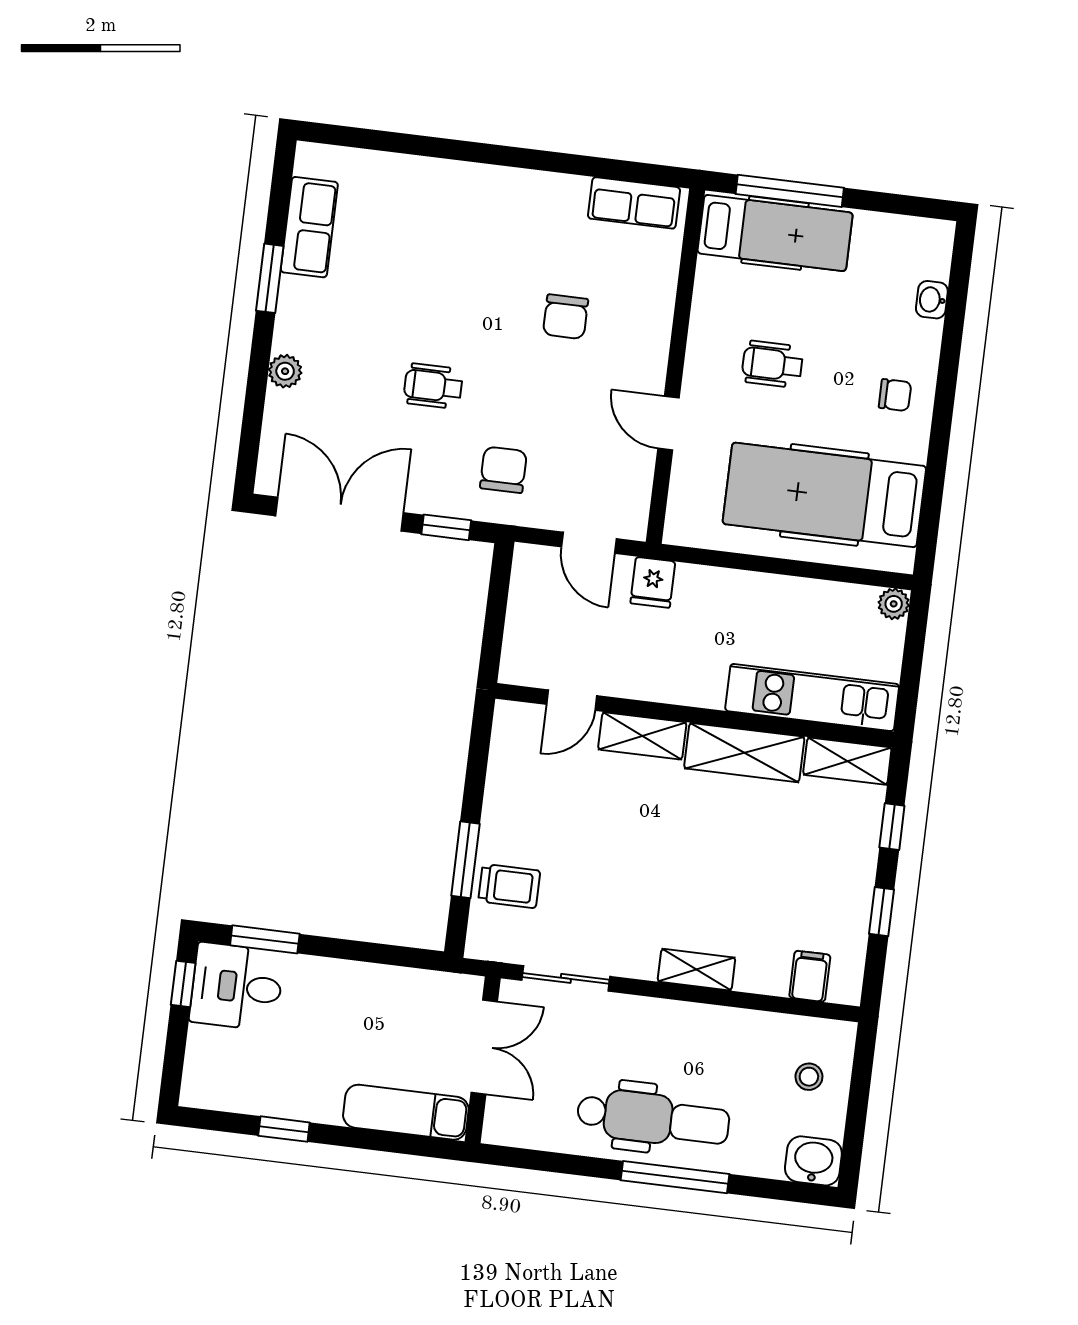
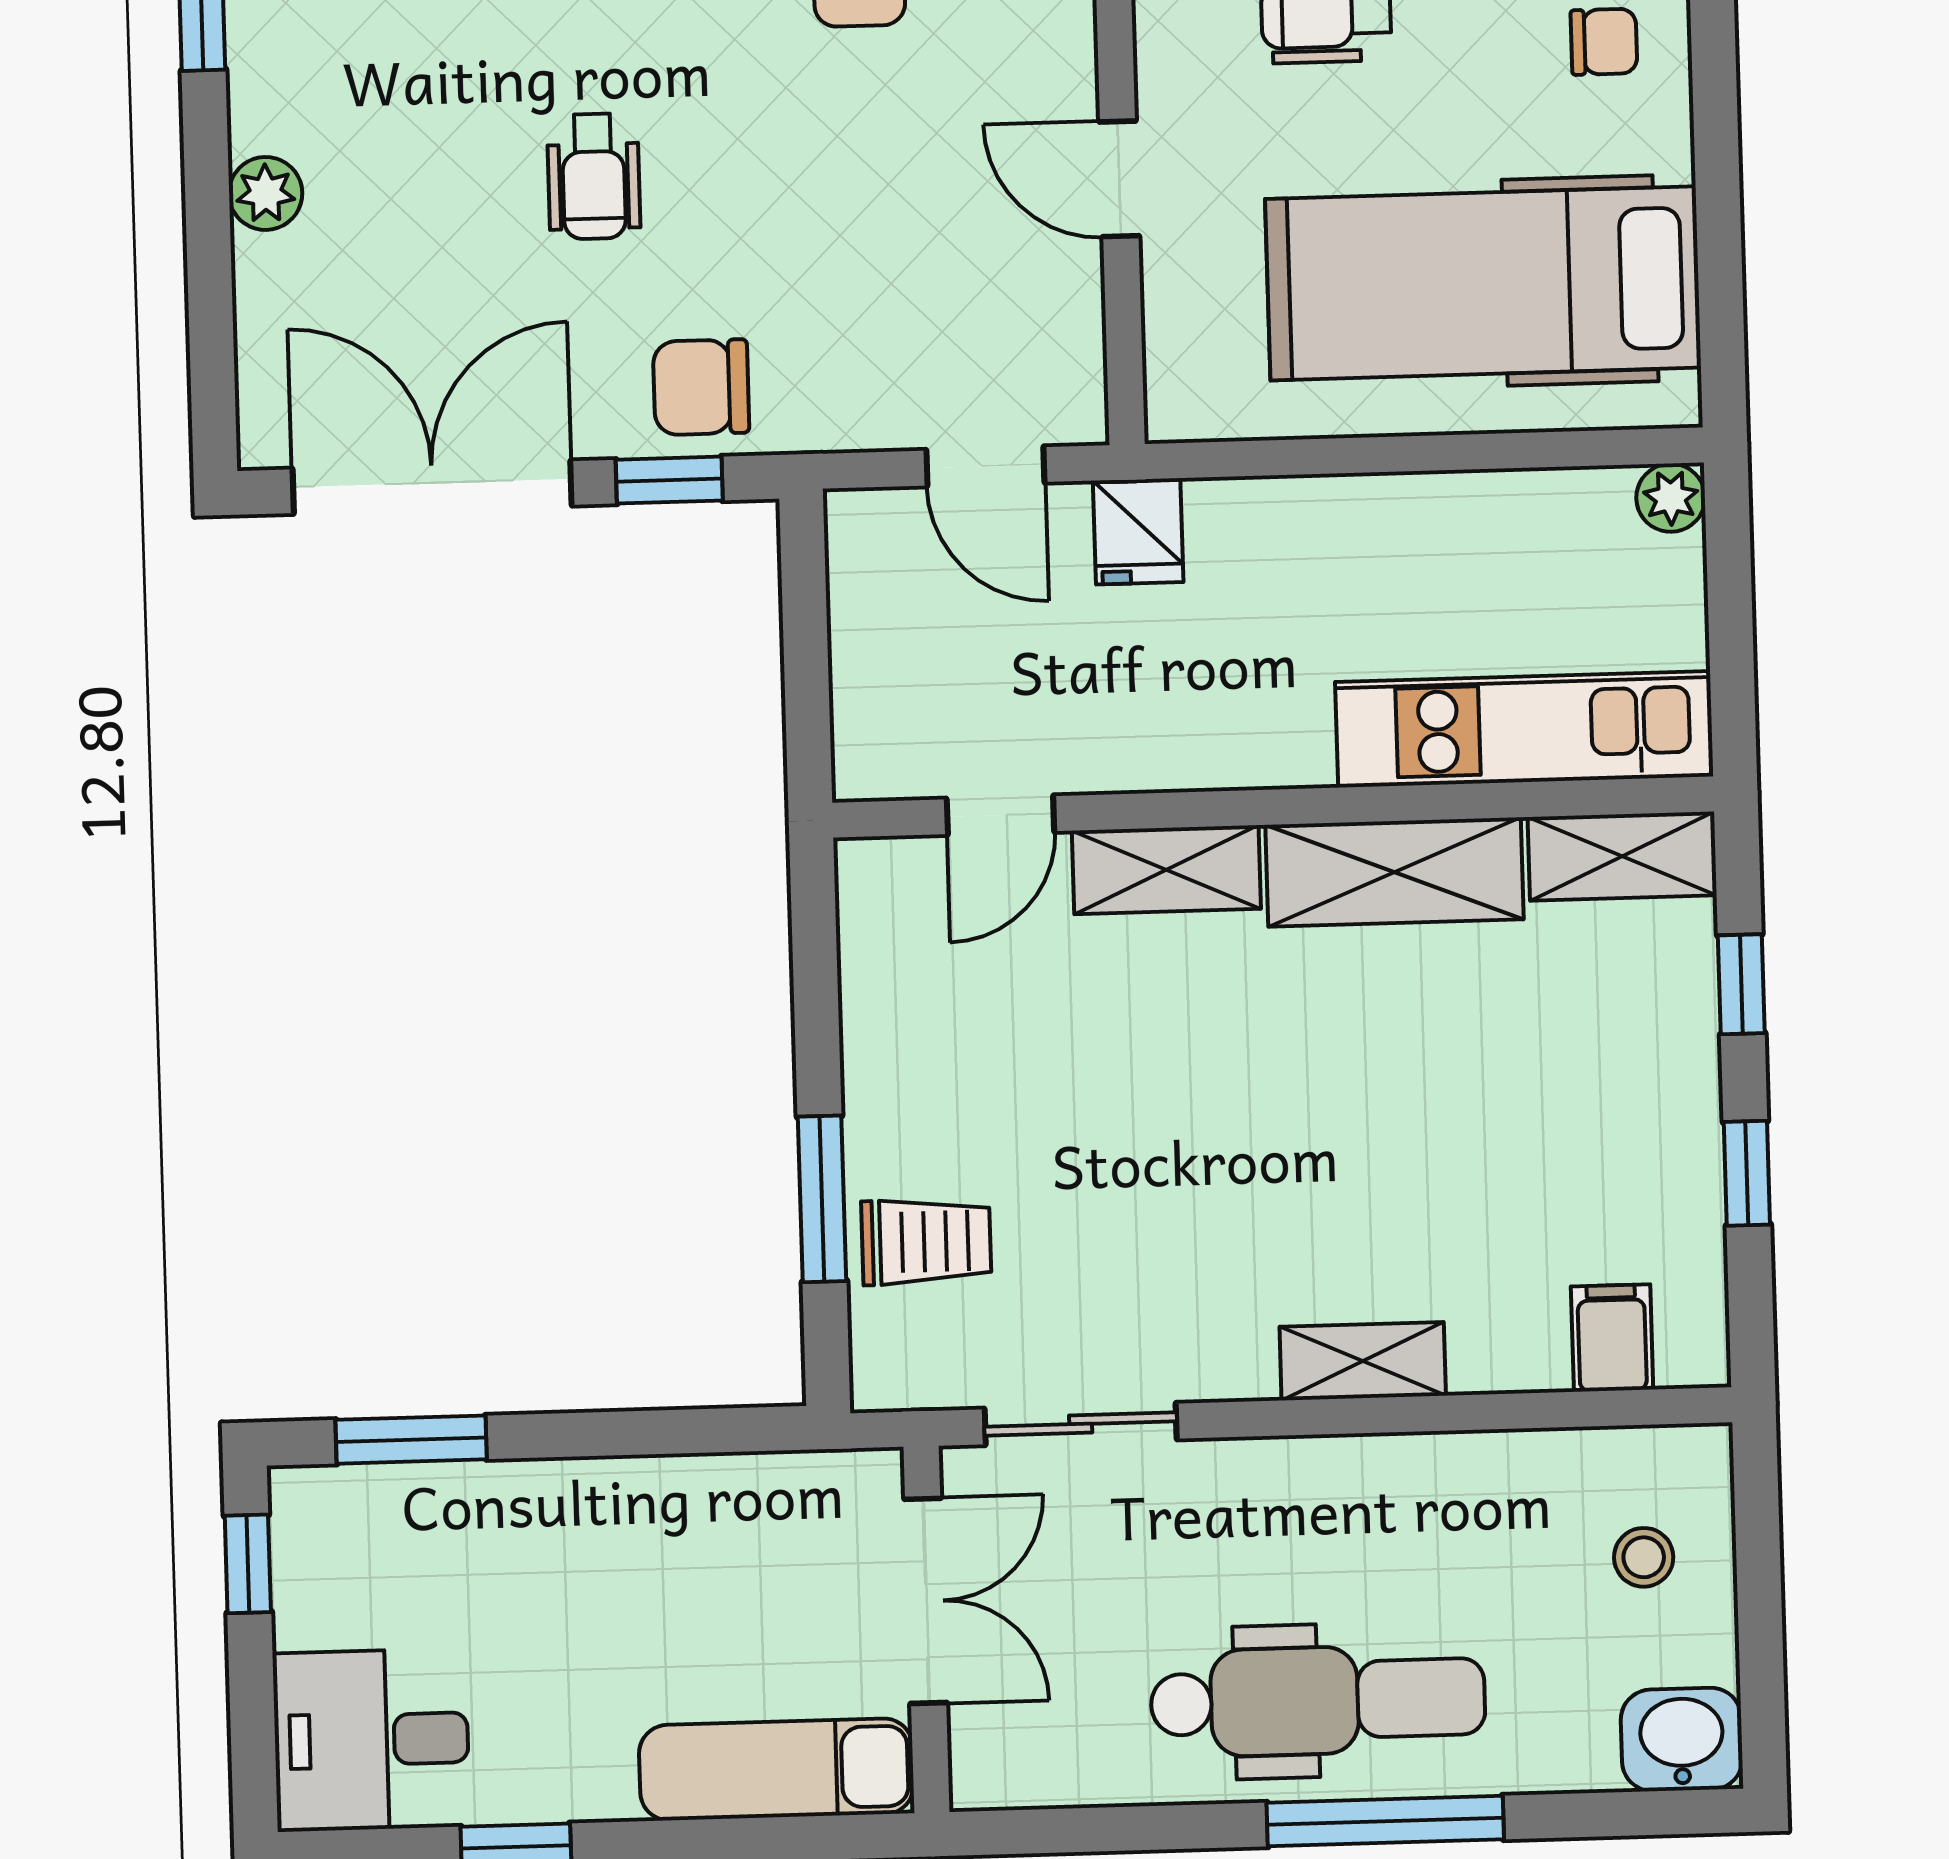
wheelchair: (433, 386) -> (594, 176), turned -90
chair: (503, 470) -> (701, 387), moved, turned -90
desk: (237, 987) -> (371, 1740), moved

